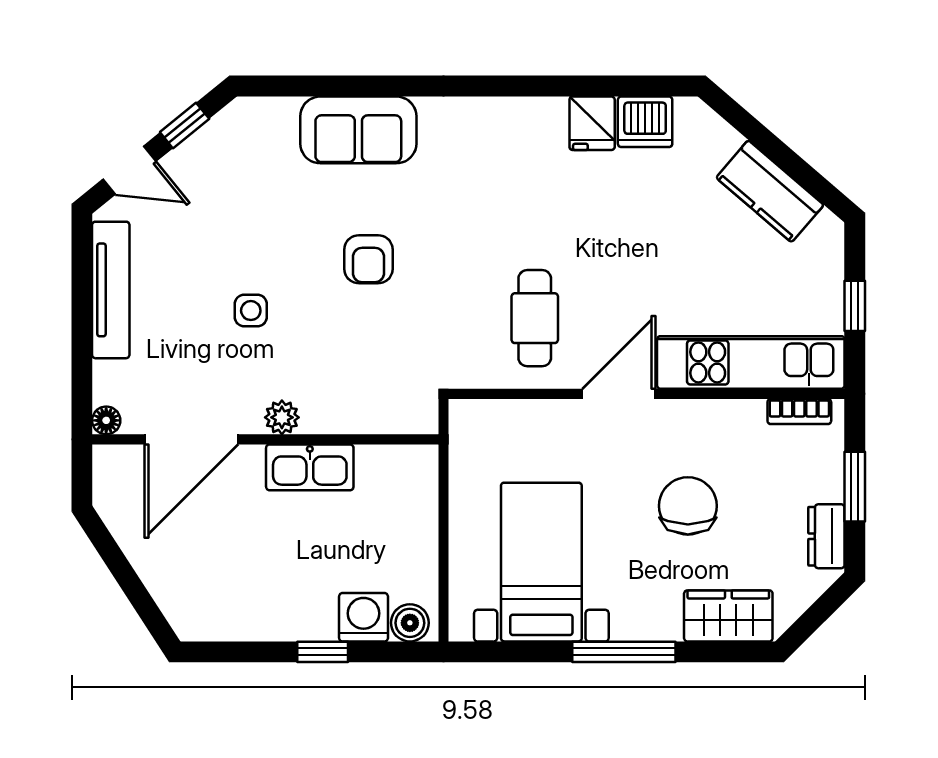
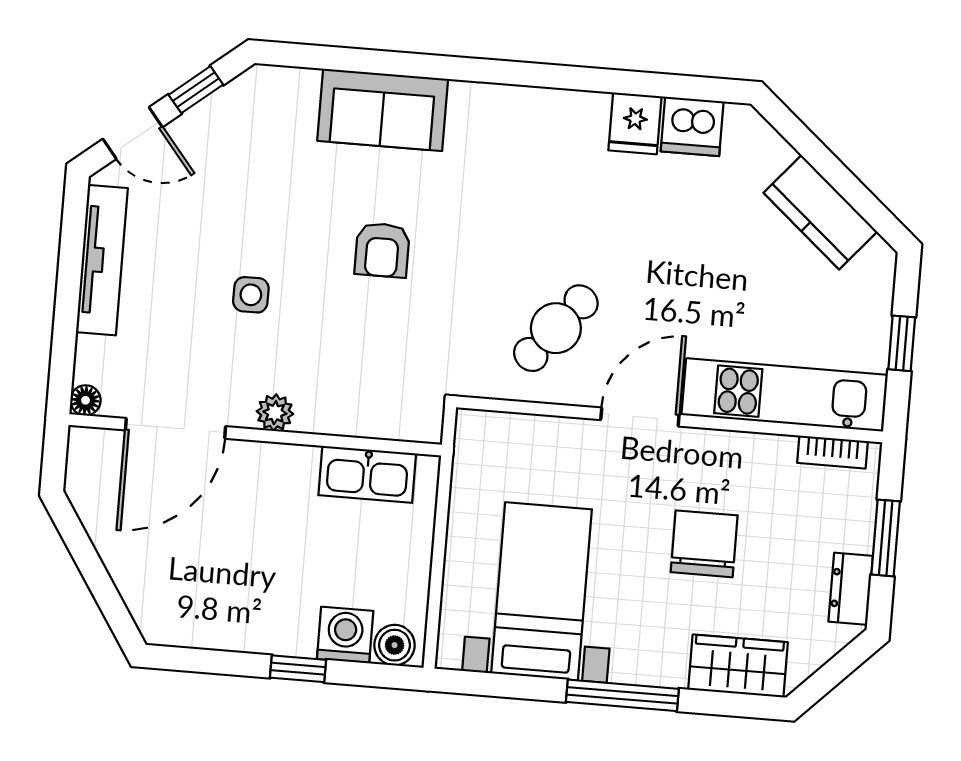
cafe table: (535, 318) -> (556, 328), turned 39
kitchen sink: (310, 467) -> (367, 474), moved

